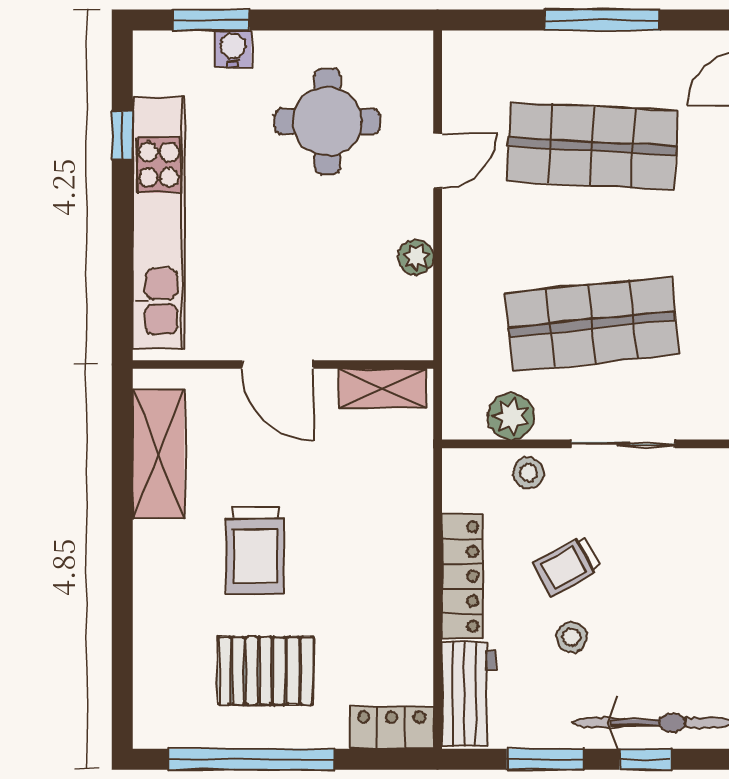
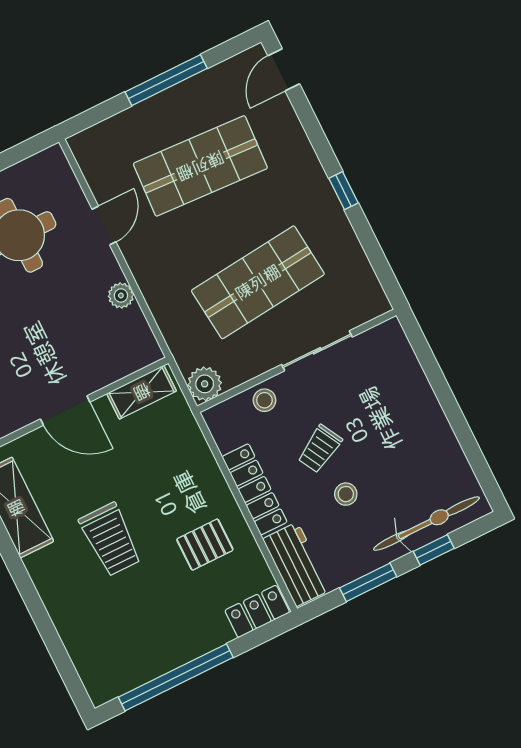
plant: (511, 416) -> (205, 384), moved
pallet: (265, 671) -> (205, 545), moved, width x0.67, depth x0.71

